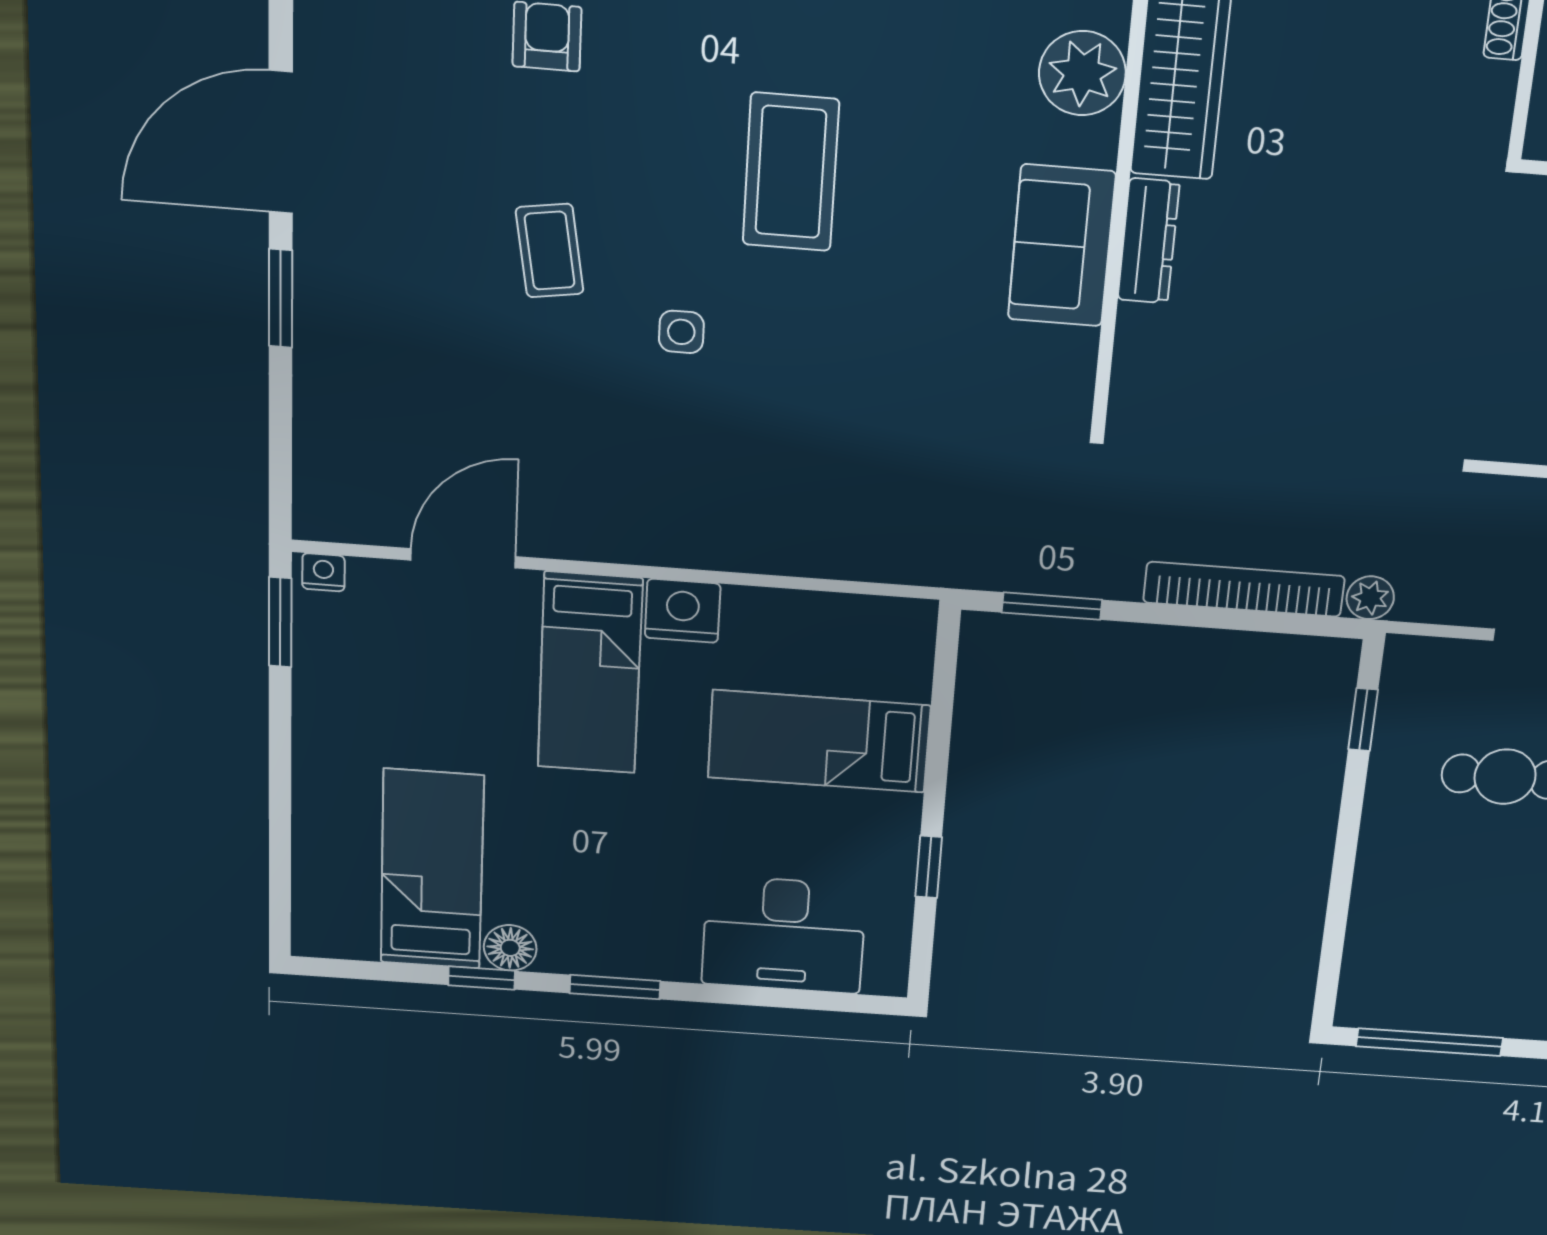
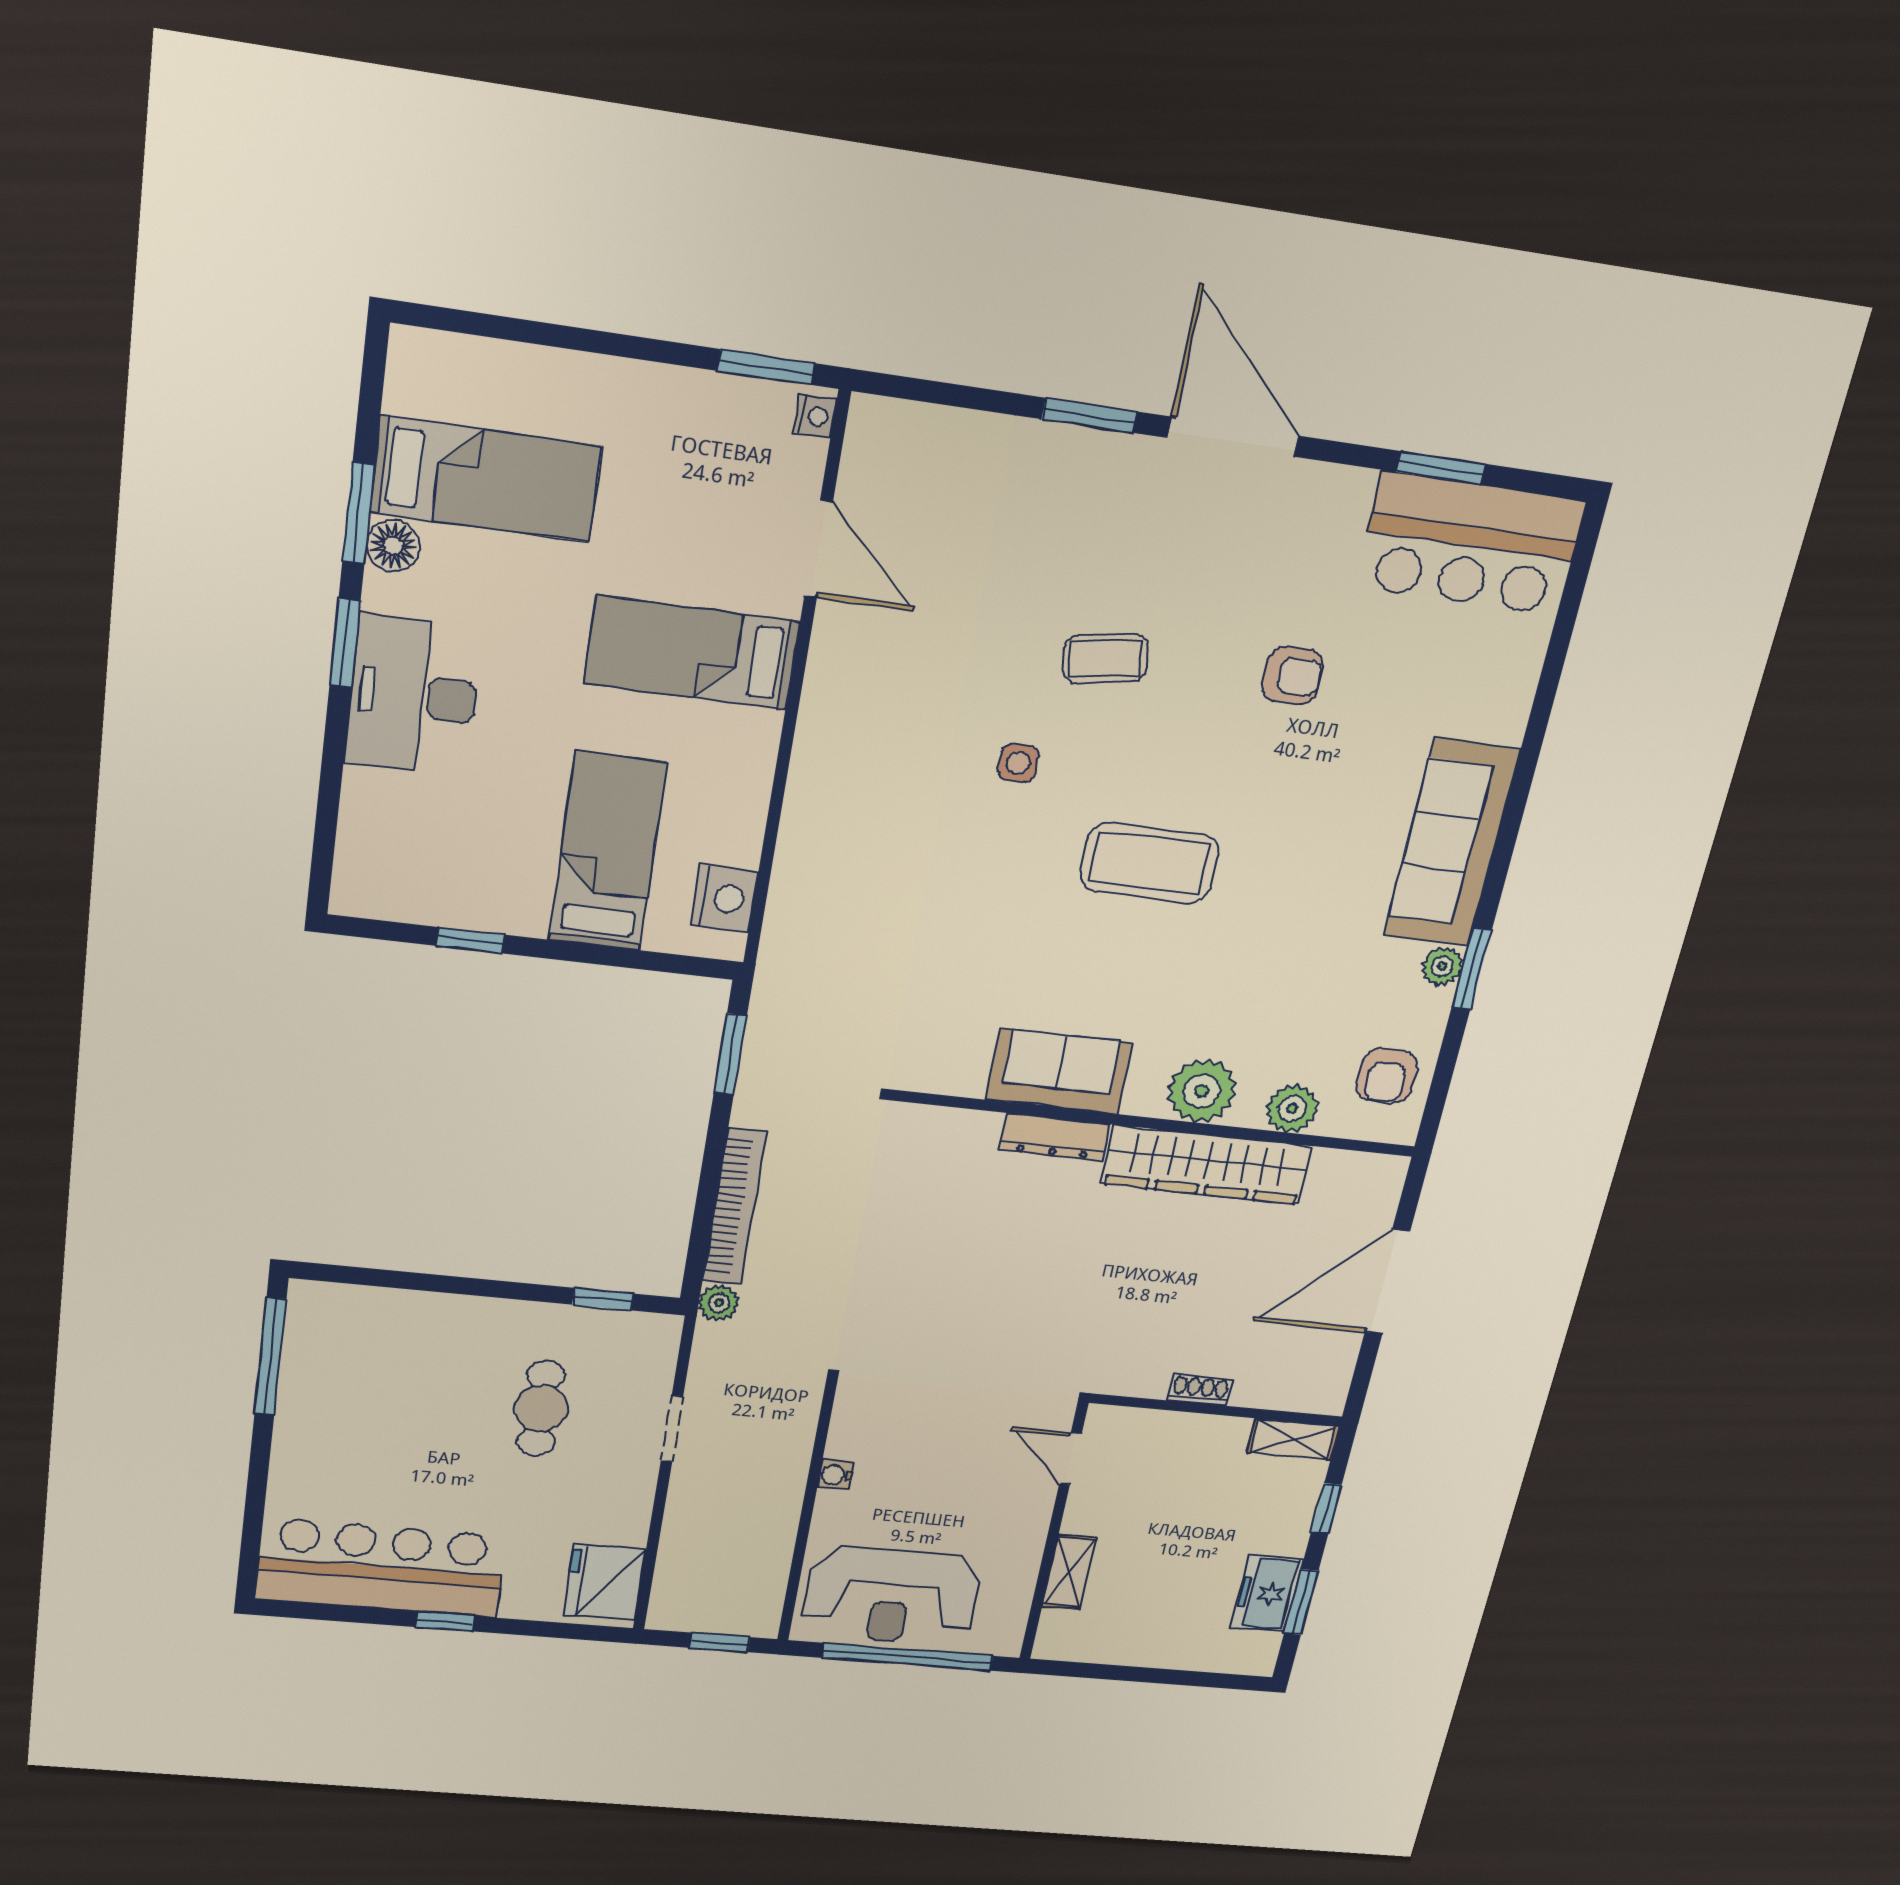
nightstand: (683, 611) -> (724, 899), moved
desk: (784, 935) -> (413, 695), moved
window: (482, 978) -> (359, 513), width x1.50

